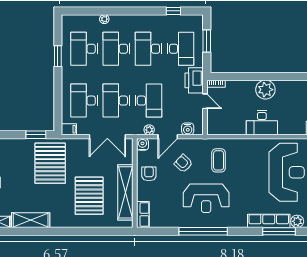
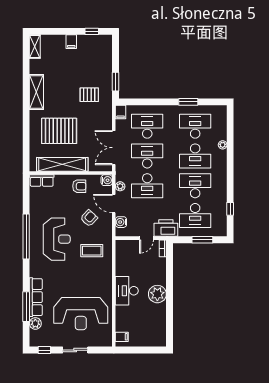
desk: (116, 49) -> (195, 156), turned 180
pallet: (50, 163) -> (89, 95), width x0.49, depth x0.50
reception desk: (206, 198) -> (57, 239), turned 180
shelving: (31, 220) -> (36, 92), moved

